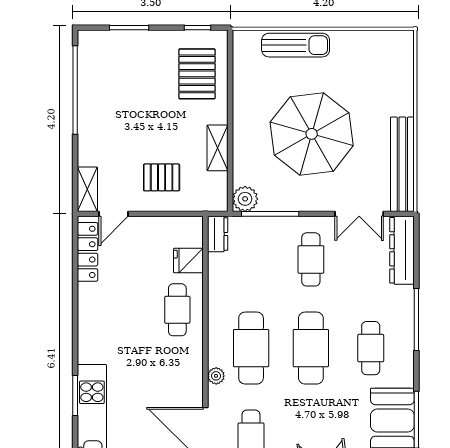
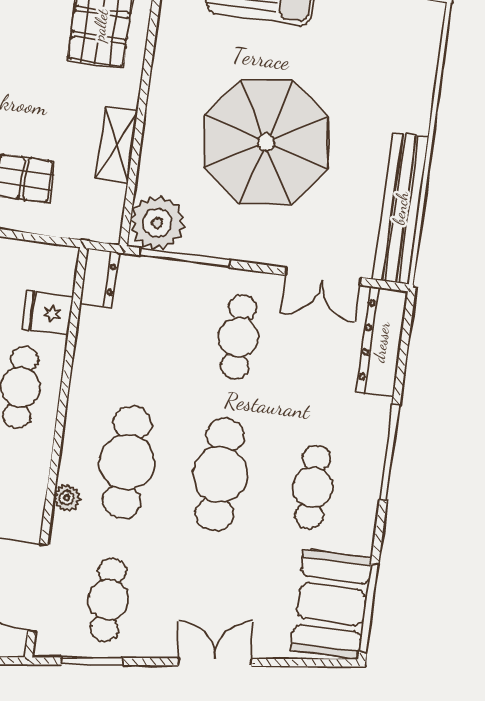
plant: (245, 199) -> (157, 223), width x1.36, depth x1.36

